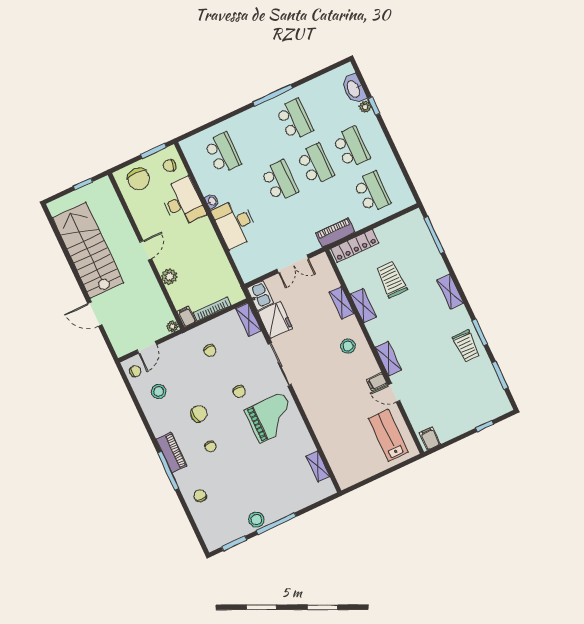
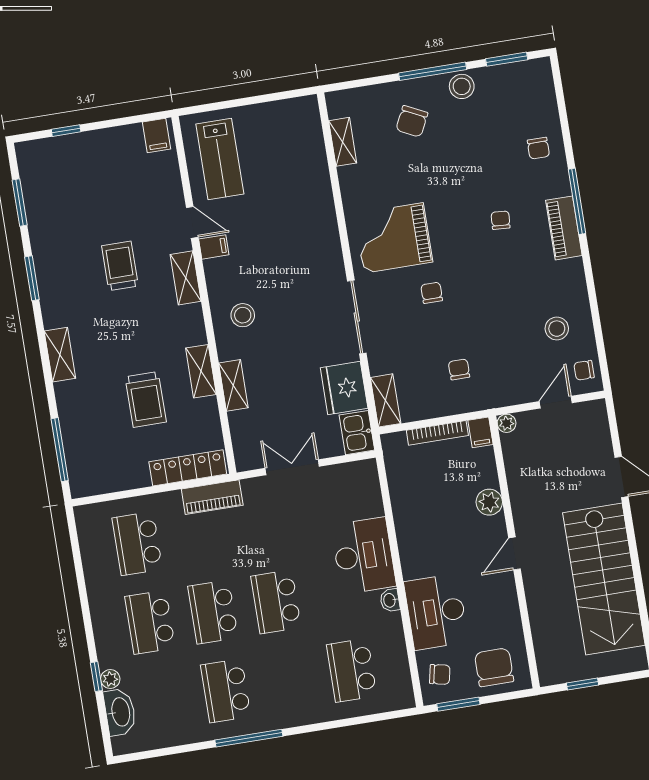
trolley: (466, 346) -> (120, 266), moved
chair: (199, 414) -> (412, 121), moved, turned -56

